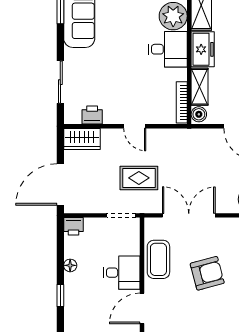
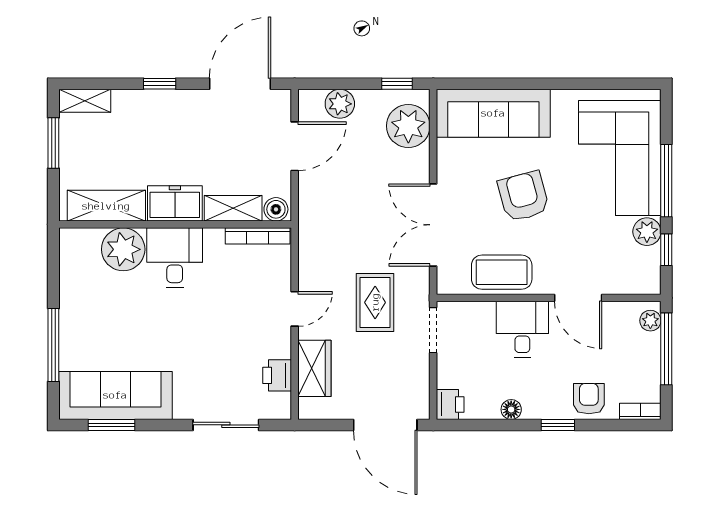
wardrobe: (82, 139) -> (314, 368), moved
armchair: (77, 315) -> (589, 399), added

